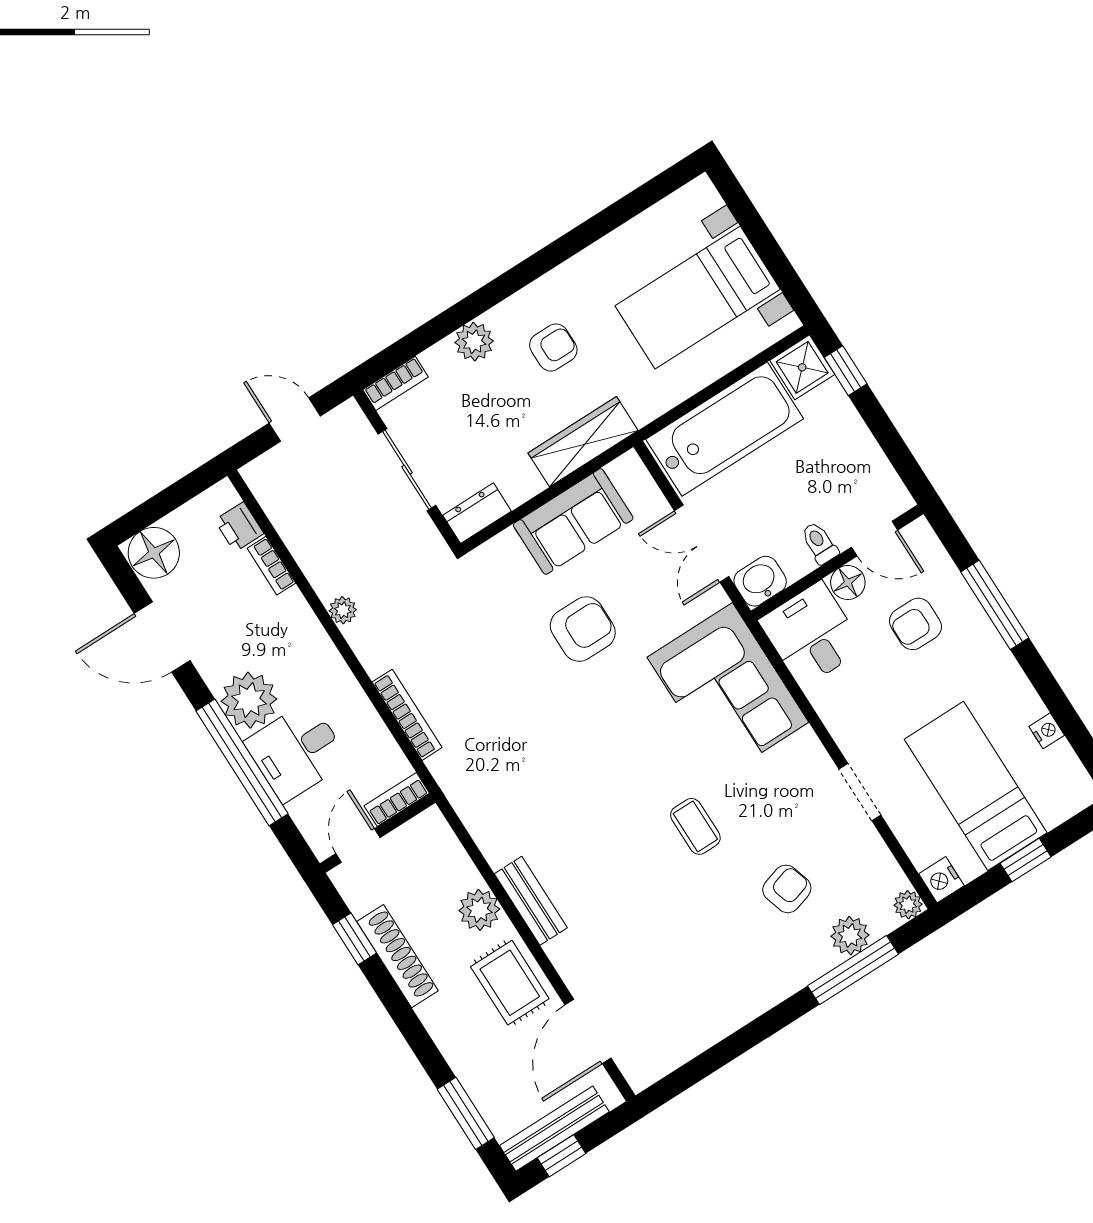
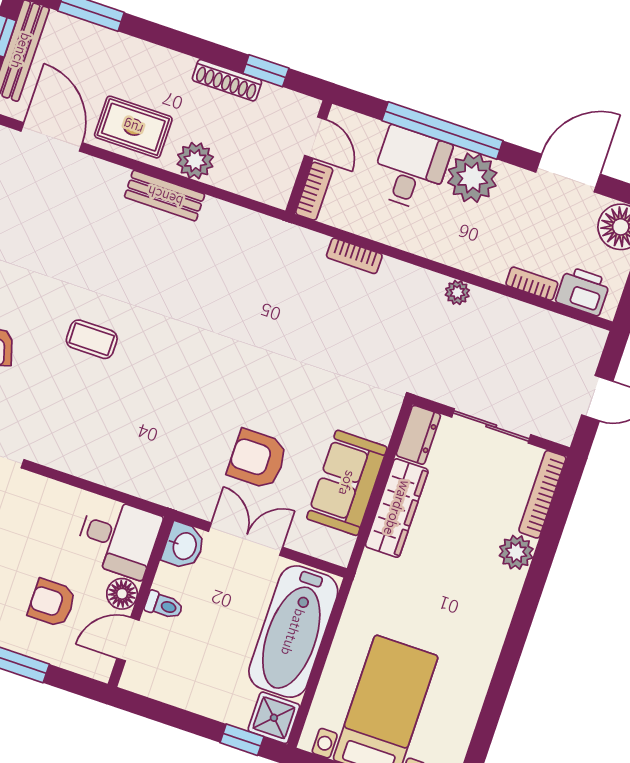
armchair: (553, 347) -> (458, 593), removed
bookcase: (396, 383) -> (542, 494), width x1.56
wardrobe: (583, 442) -> (397, 508), moved
printer: (239, 527) -> (583, 291), width x1.36, depth x1.24
armchair: (916, 624) -> (52, 603), turned -90
armchair: (583, 629) -> (257, 459), moved, turned 90
corner sofa: (728, 690) -> (145, 452), removed
bookcase: (407, 715) -> (354, 256), width x0.64
shoe rack: (398, 956) -> (227, 80), width x0.74, depth x0.81

